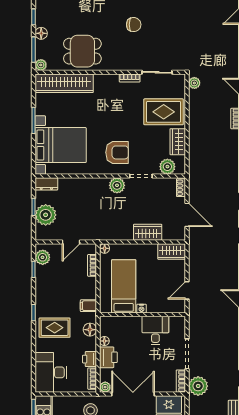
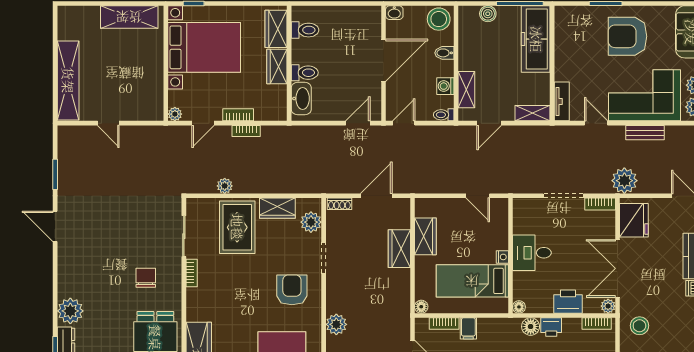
chair: (134, 25) -> (146, 278), moved
plant: (194, 83) -> (225, 186), moved
plant: (117, 185) -> (336, 324), moved
wardrobe: (172, 252) -> (425, 236), moved
filing cabinet: (88, 306) -> (468, 328), moved
desk: (155, 331) -> (532, 253), moved
floor lamp: (104, 341) -> (519, 307), moved
printer: (90, 359) -> (551, 327), moved
plant: (198, 386) -> (624, 181), moved

